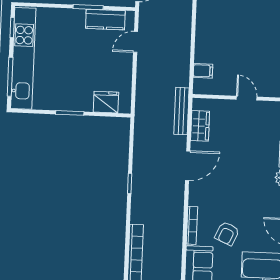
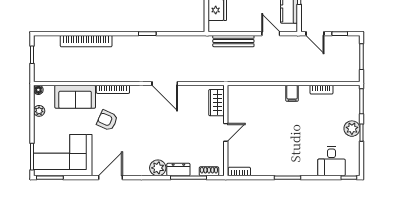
filing cabinet: (203, 71) -> (292, 93), moved
bench: (181, 111) -> (233, 41), moved
wardrobe: (200, 126) -> (216, 103), moved, turned 90

